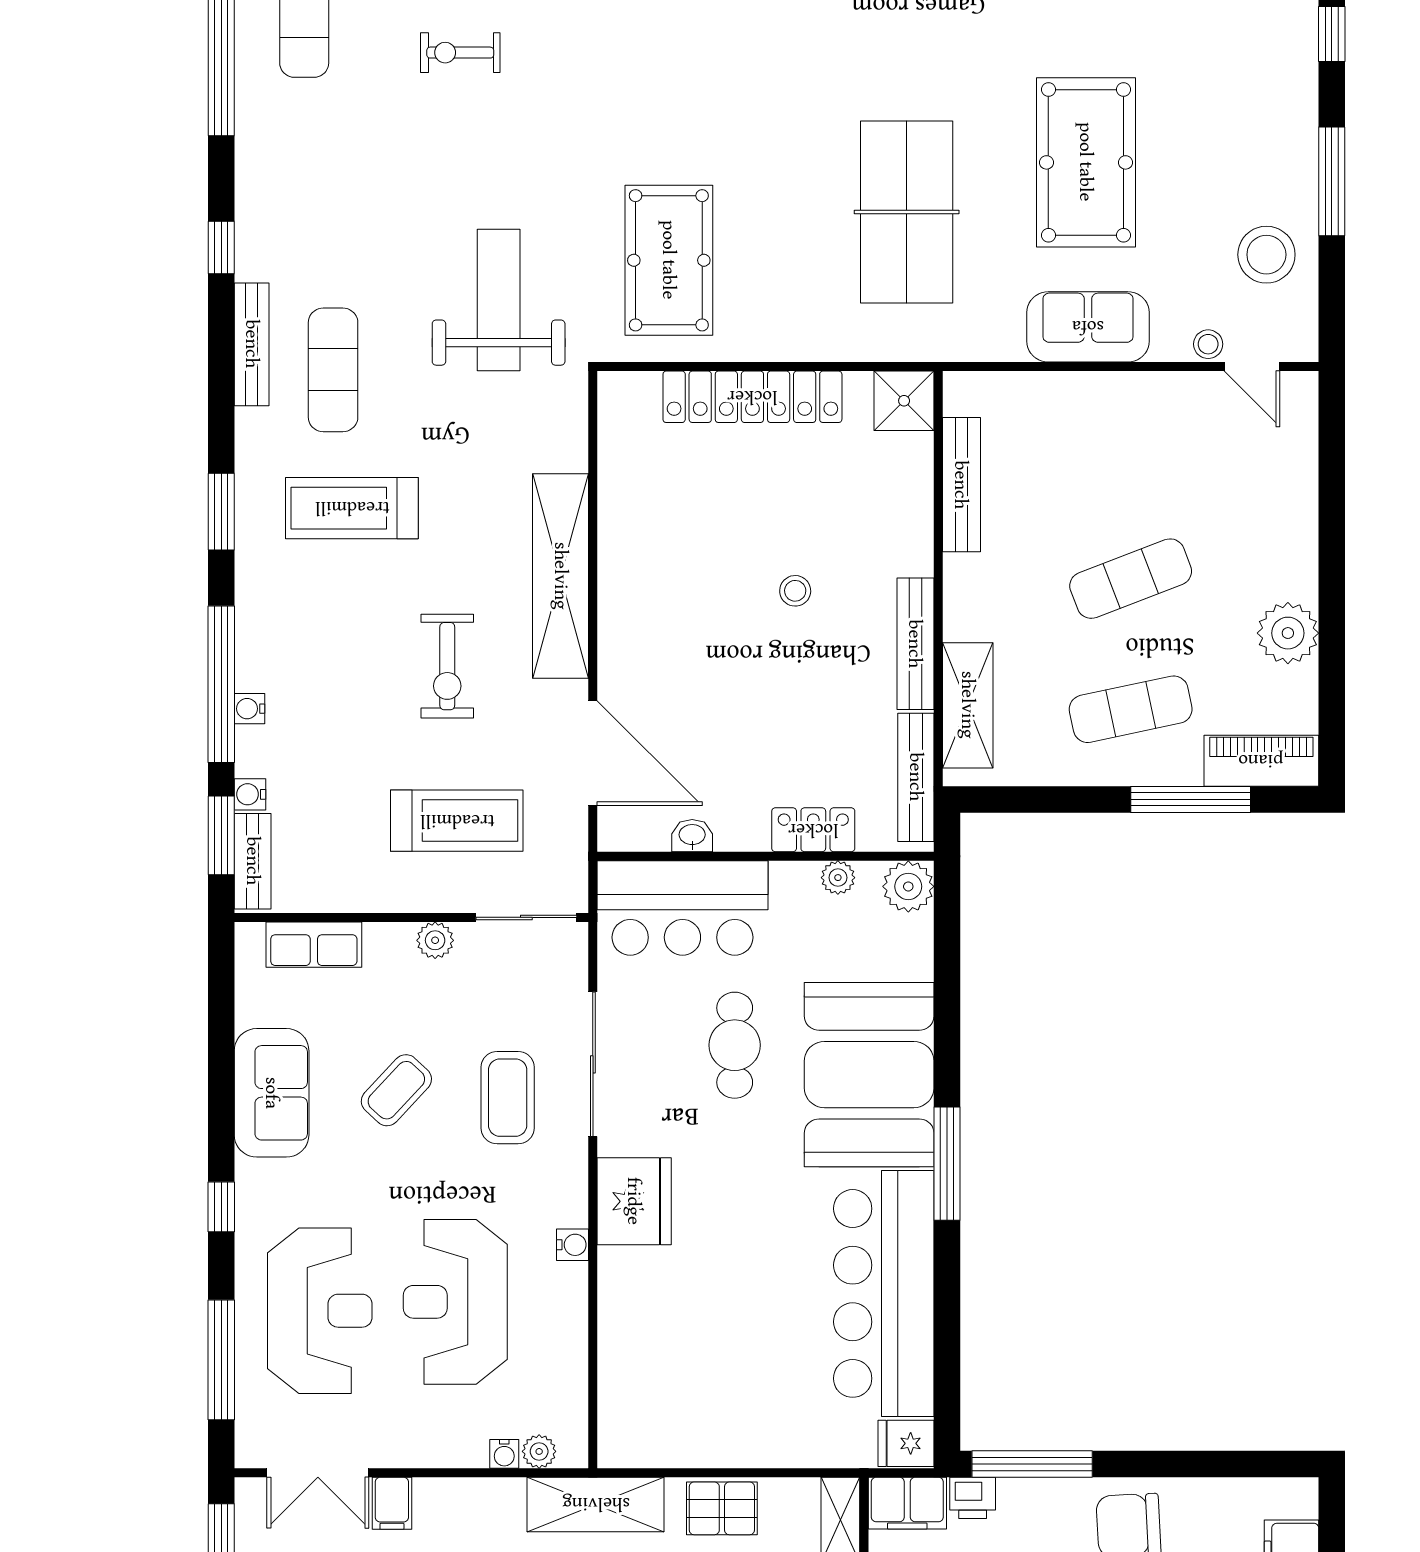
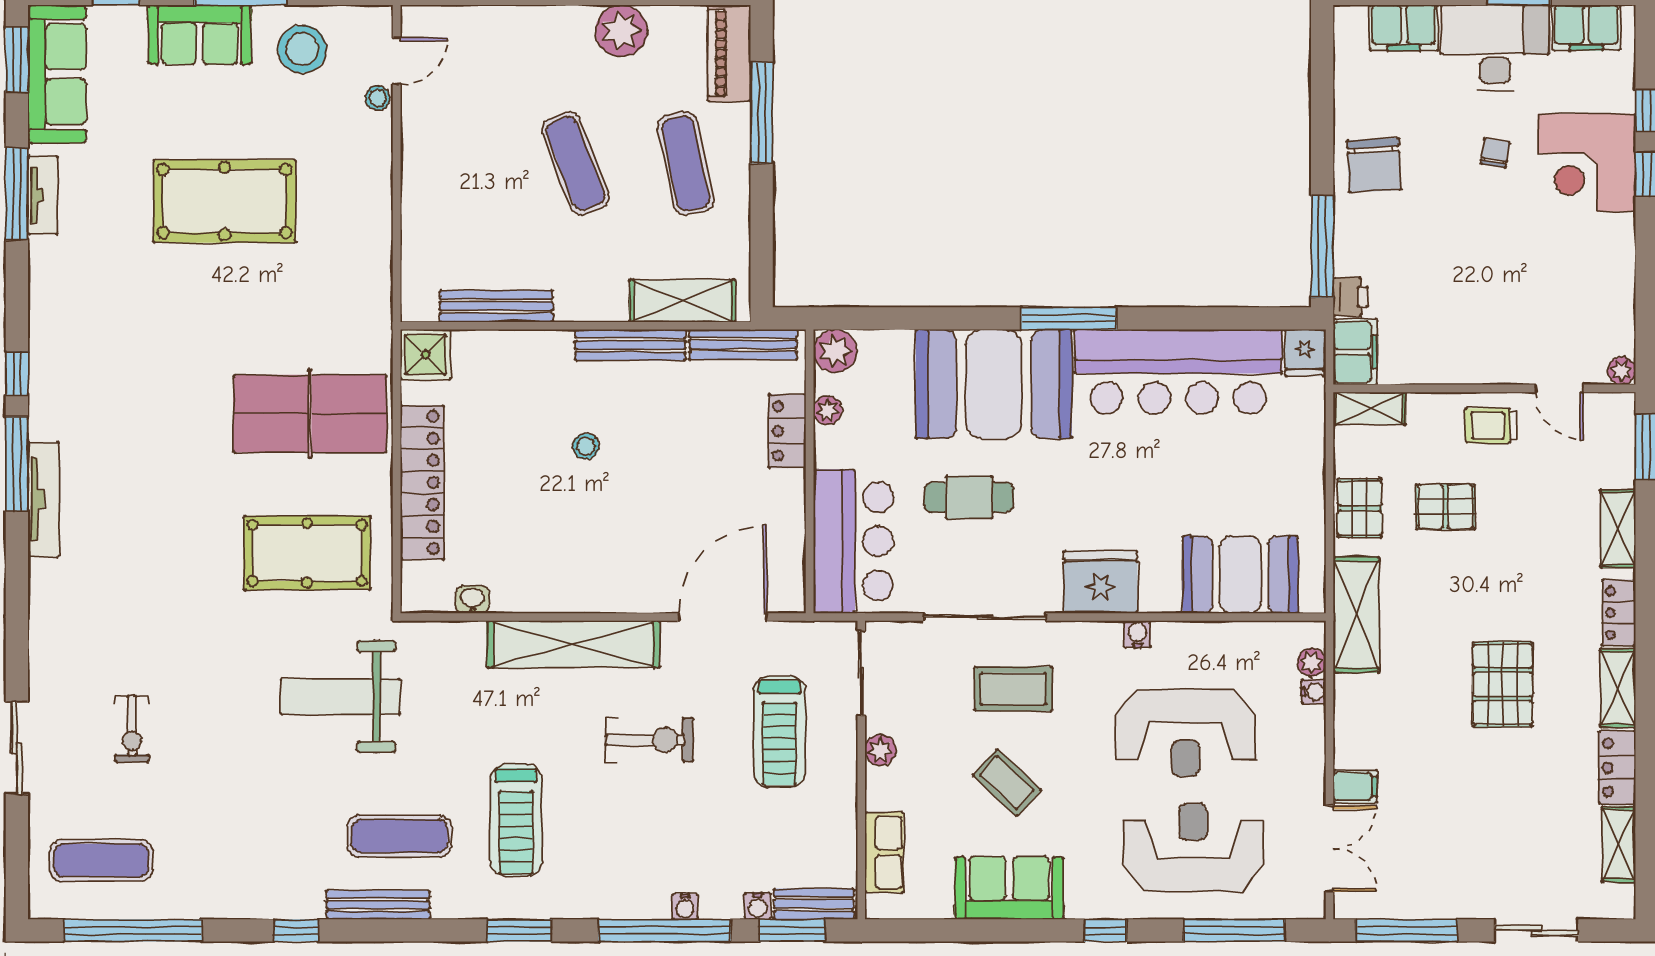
table tennis table: (907, 212) -> (310, 414), moved
sofa: (1088, 327) -> (200, 35), moved, turned -90
treadmill: (457, 821) -> (780, 732), turned 180
washbasin: (692, 836) -> (473, 600), moved, turned 90
booth: (643, 1367) -> (1240, 575), added

